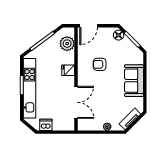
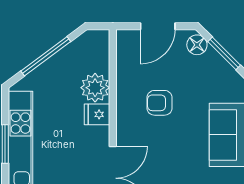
door: (89, 26) -> (158, 26), moved
plant: (67, 44) -> (95, 88), moved

